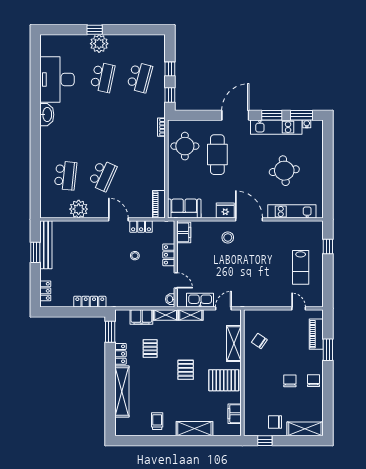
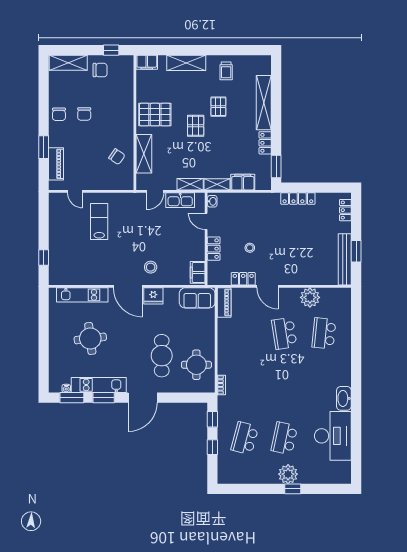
school desk: (103, 175) -> (284, 333), turned -33
lab bench: (301, 267) -> (99, 221), moved
pallet: (150, 349) -> (218, 107), moved
filing cabinet: (235, 414) -> (147, 62), moved, turned 90

